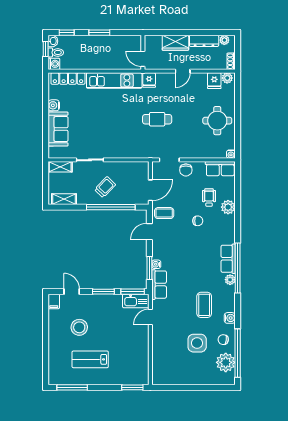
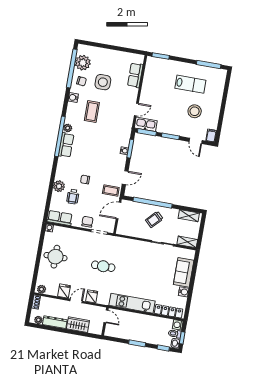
fridge: (149, 80) -> (92, 296), moved
fridge: (214, 81) -> (64, 291), moved
row of seats: (159, 285) -> (135, 75), moved

